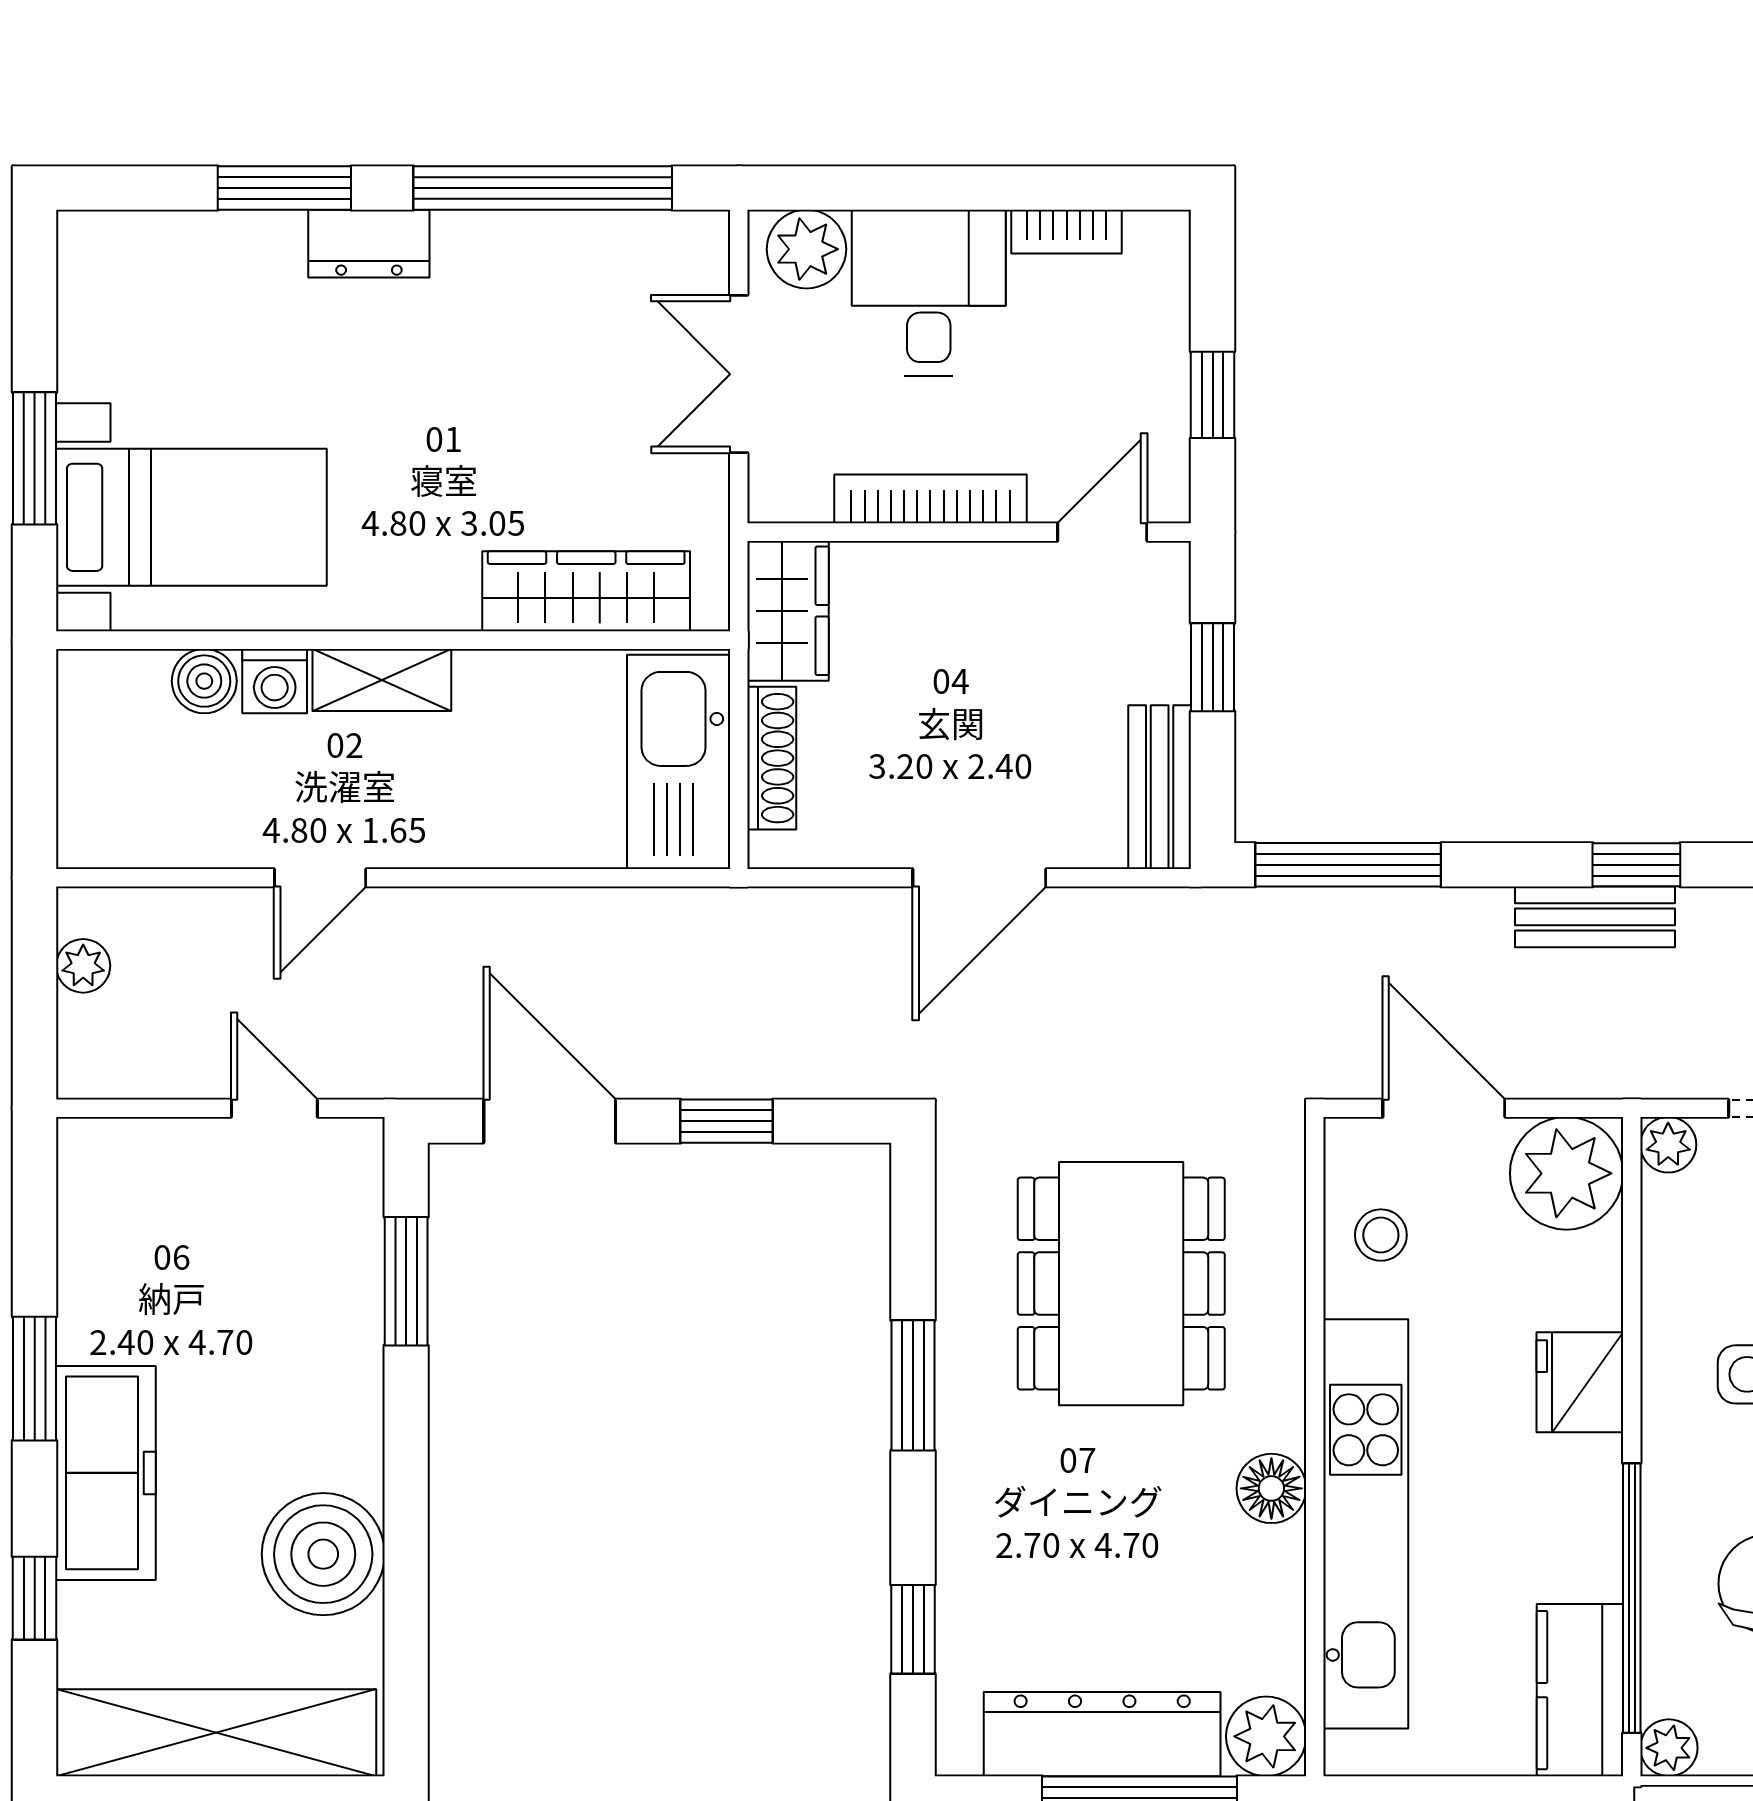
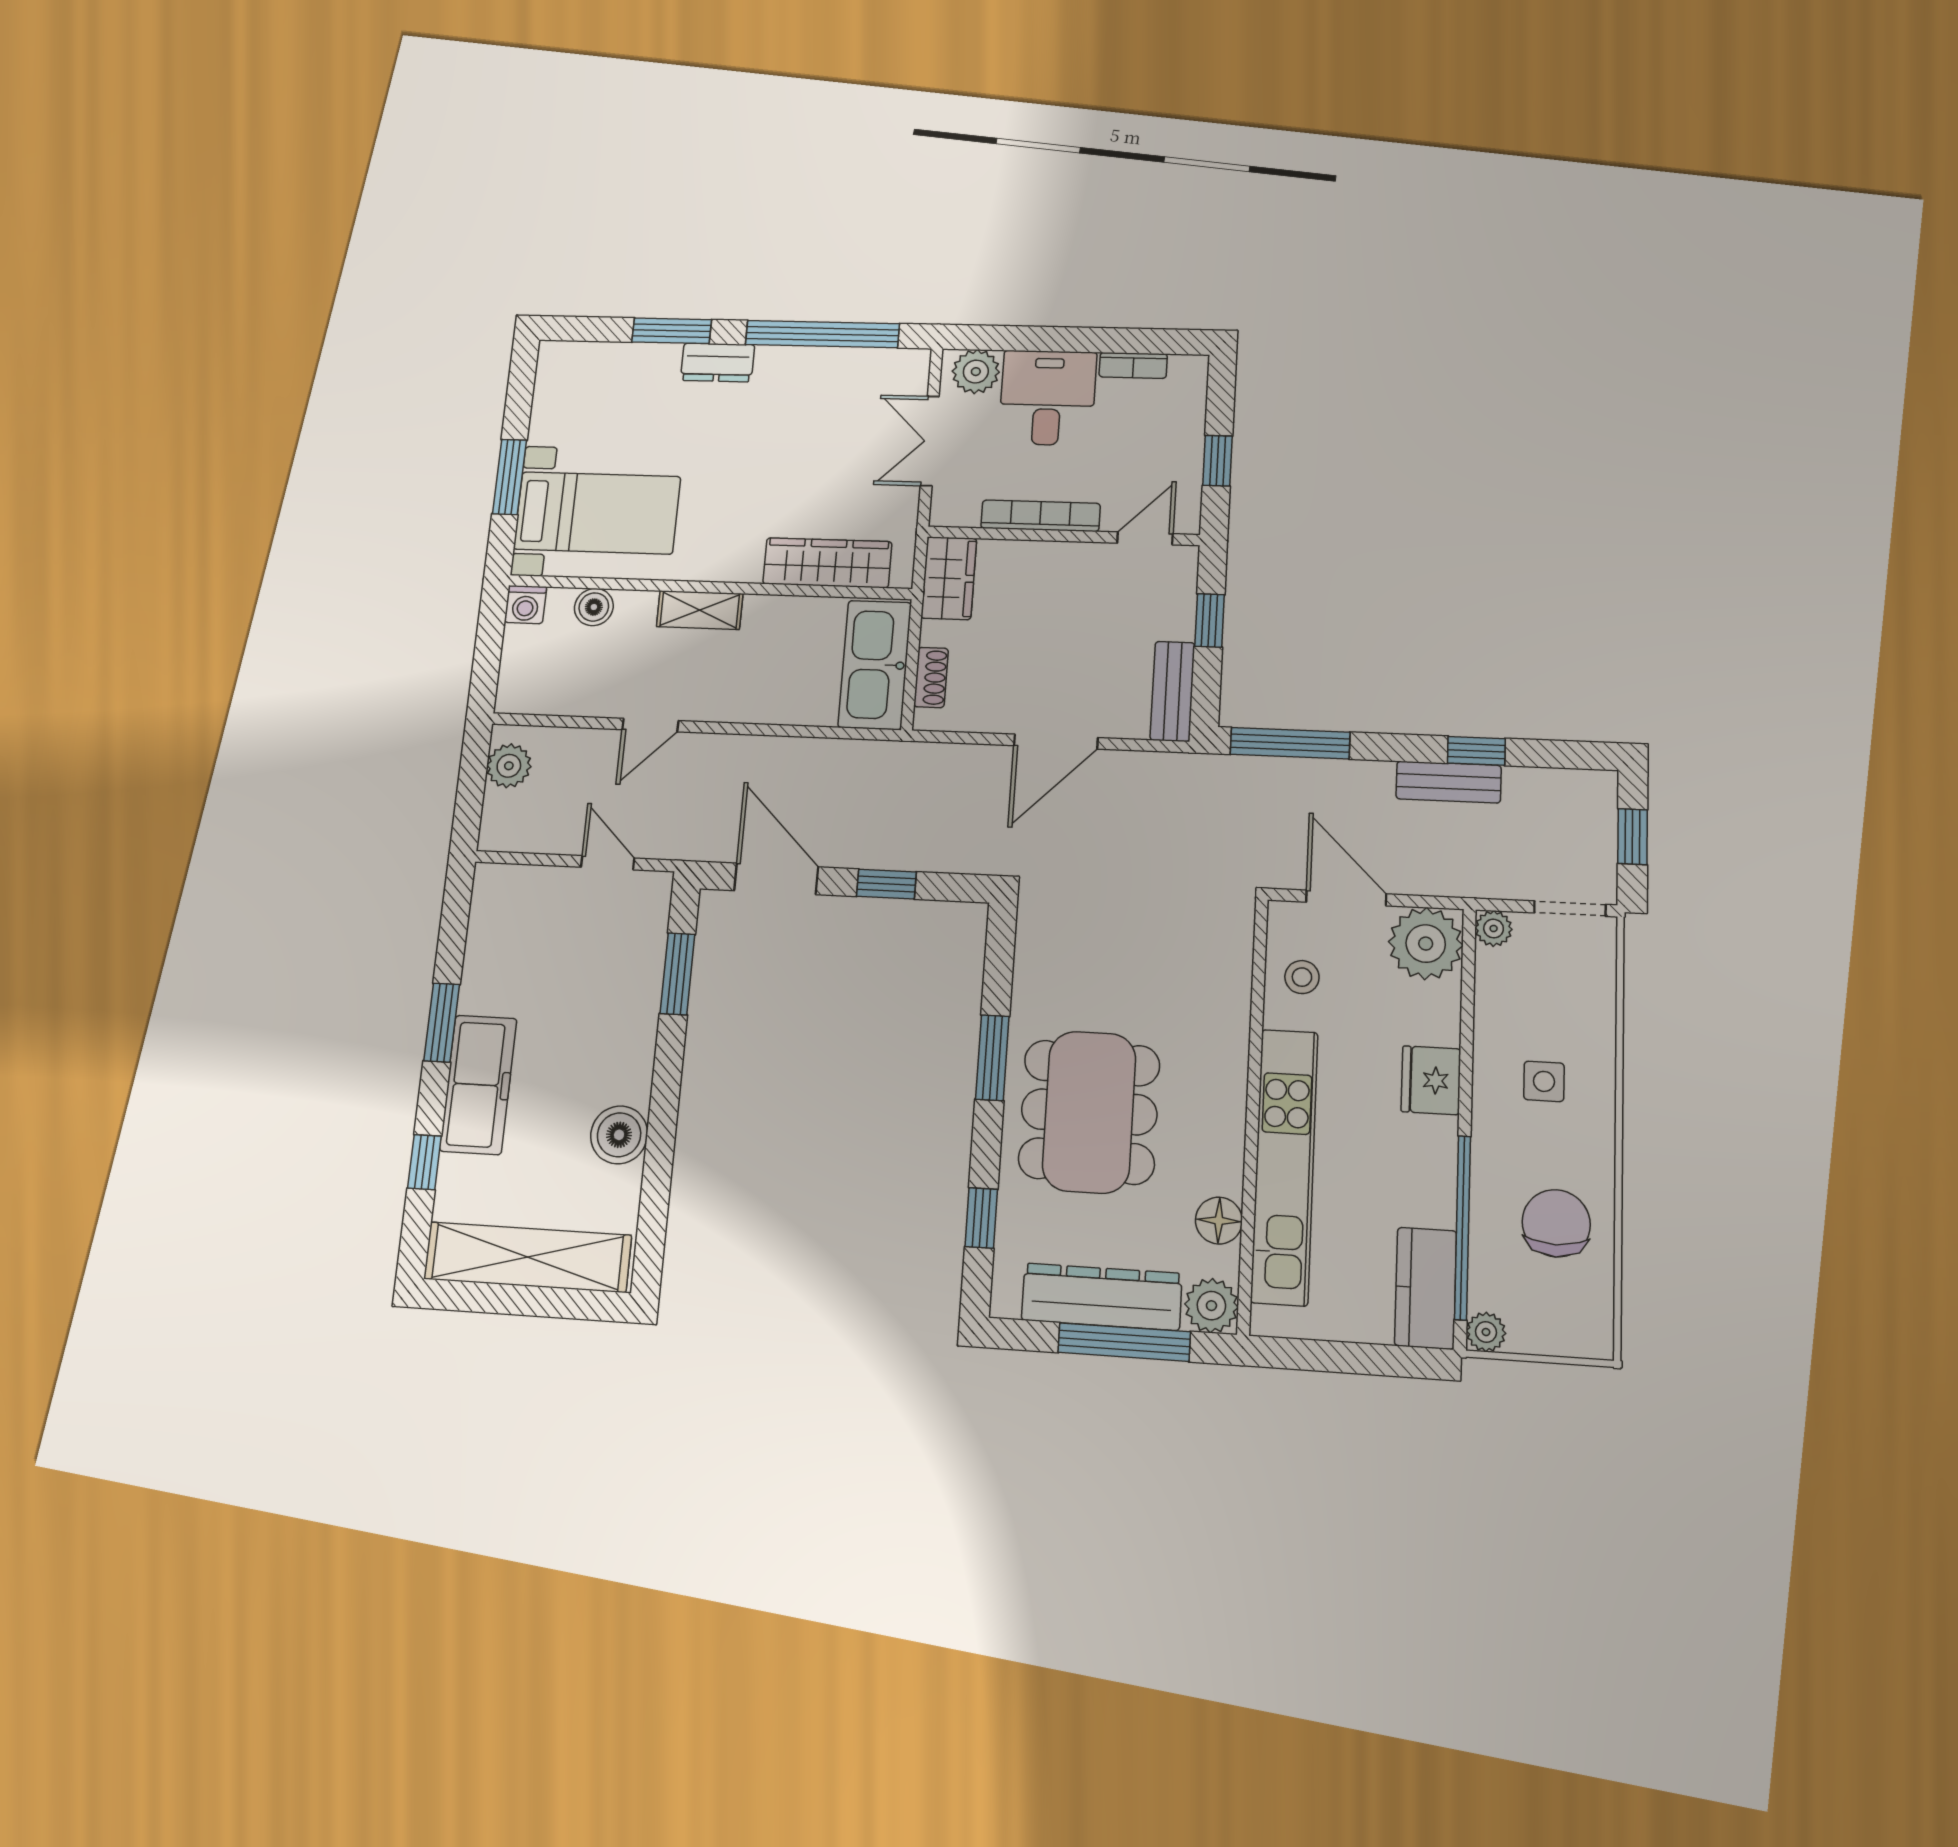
washing machine: (275, 681) -> (525, 605), moved
shoe rack: (772, 758) -> (931, 677), width x0.70
plant: (83, 966) -> (509, 766), width x1.38, depth x1.38
dining table: (1121, 1284) -> (1089, 1112), moved
floor lamp: (1271, 1488) -> (1219, 1221), moved
boiler: (323, 1554) -> (619, 1135), width x0.73, depth x0.73

